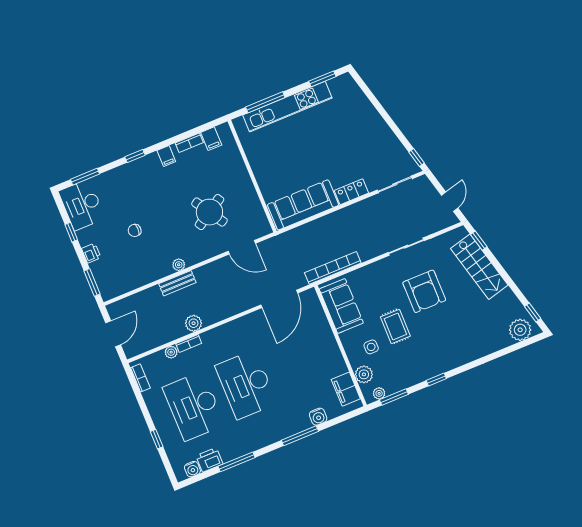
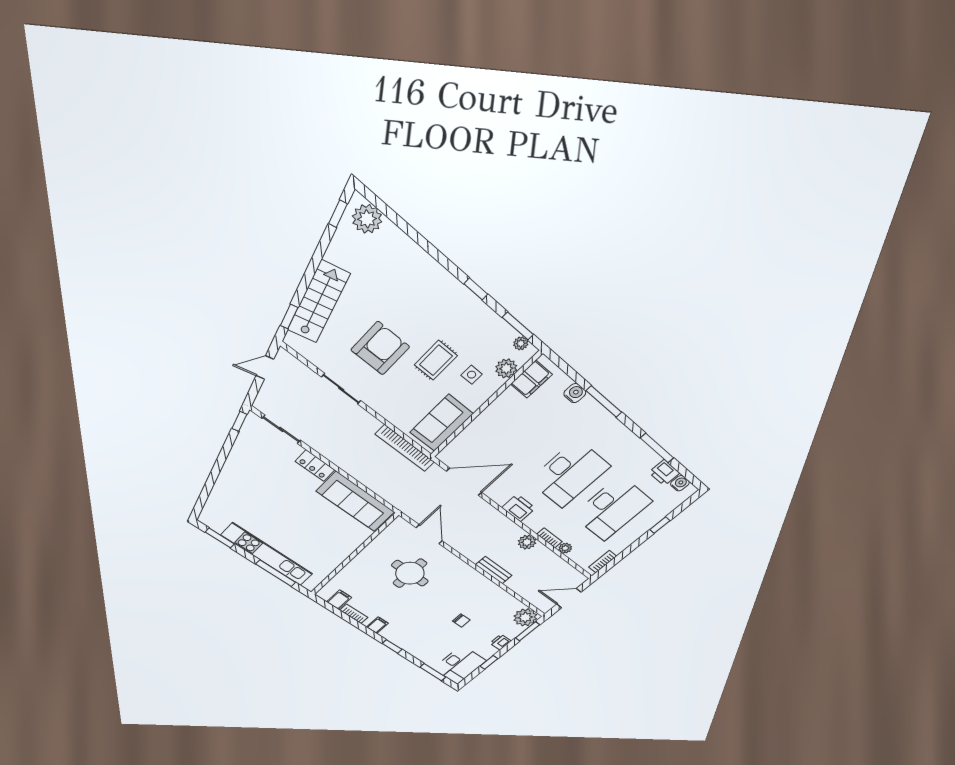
round table: (209, 212) -> (410, 573), turned 32
plant: (179, 265) -> (525, 617), moved, width x1.88, depth x1.88
printer: (232, 331) -> (519, 508), added

